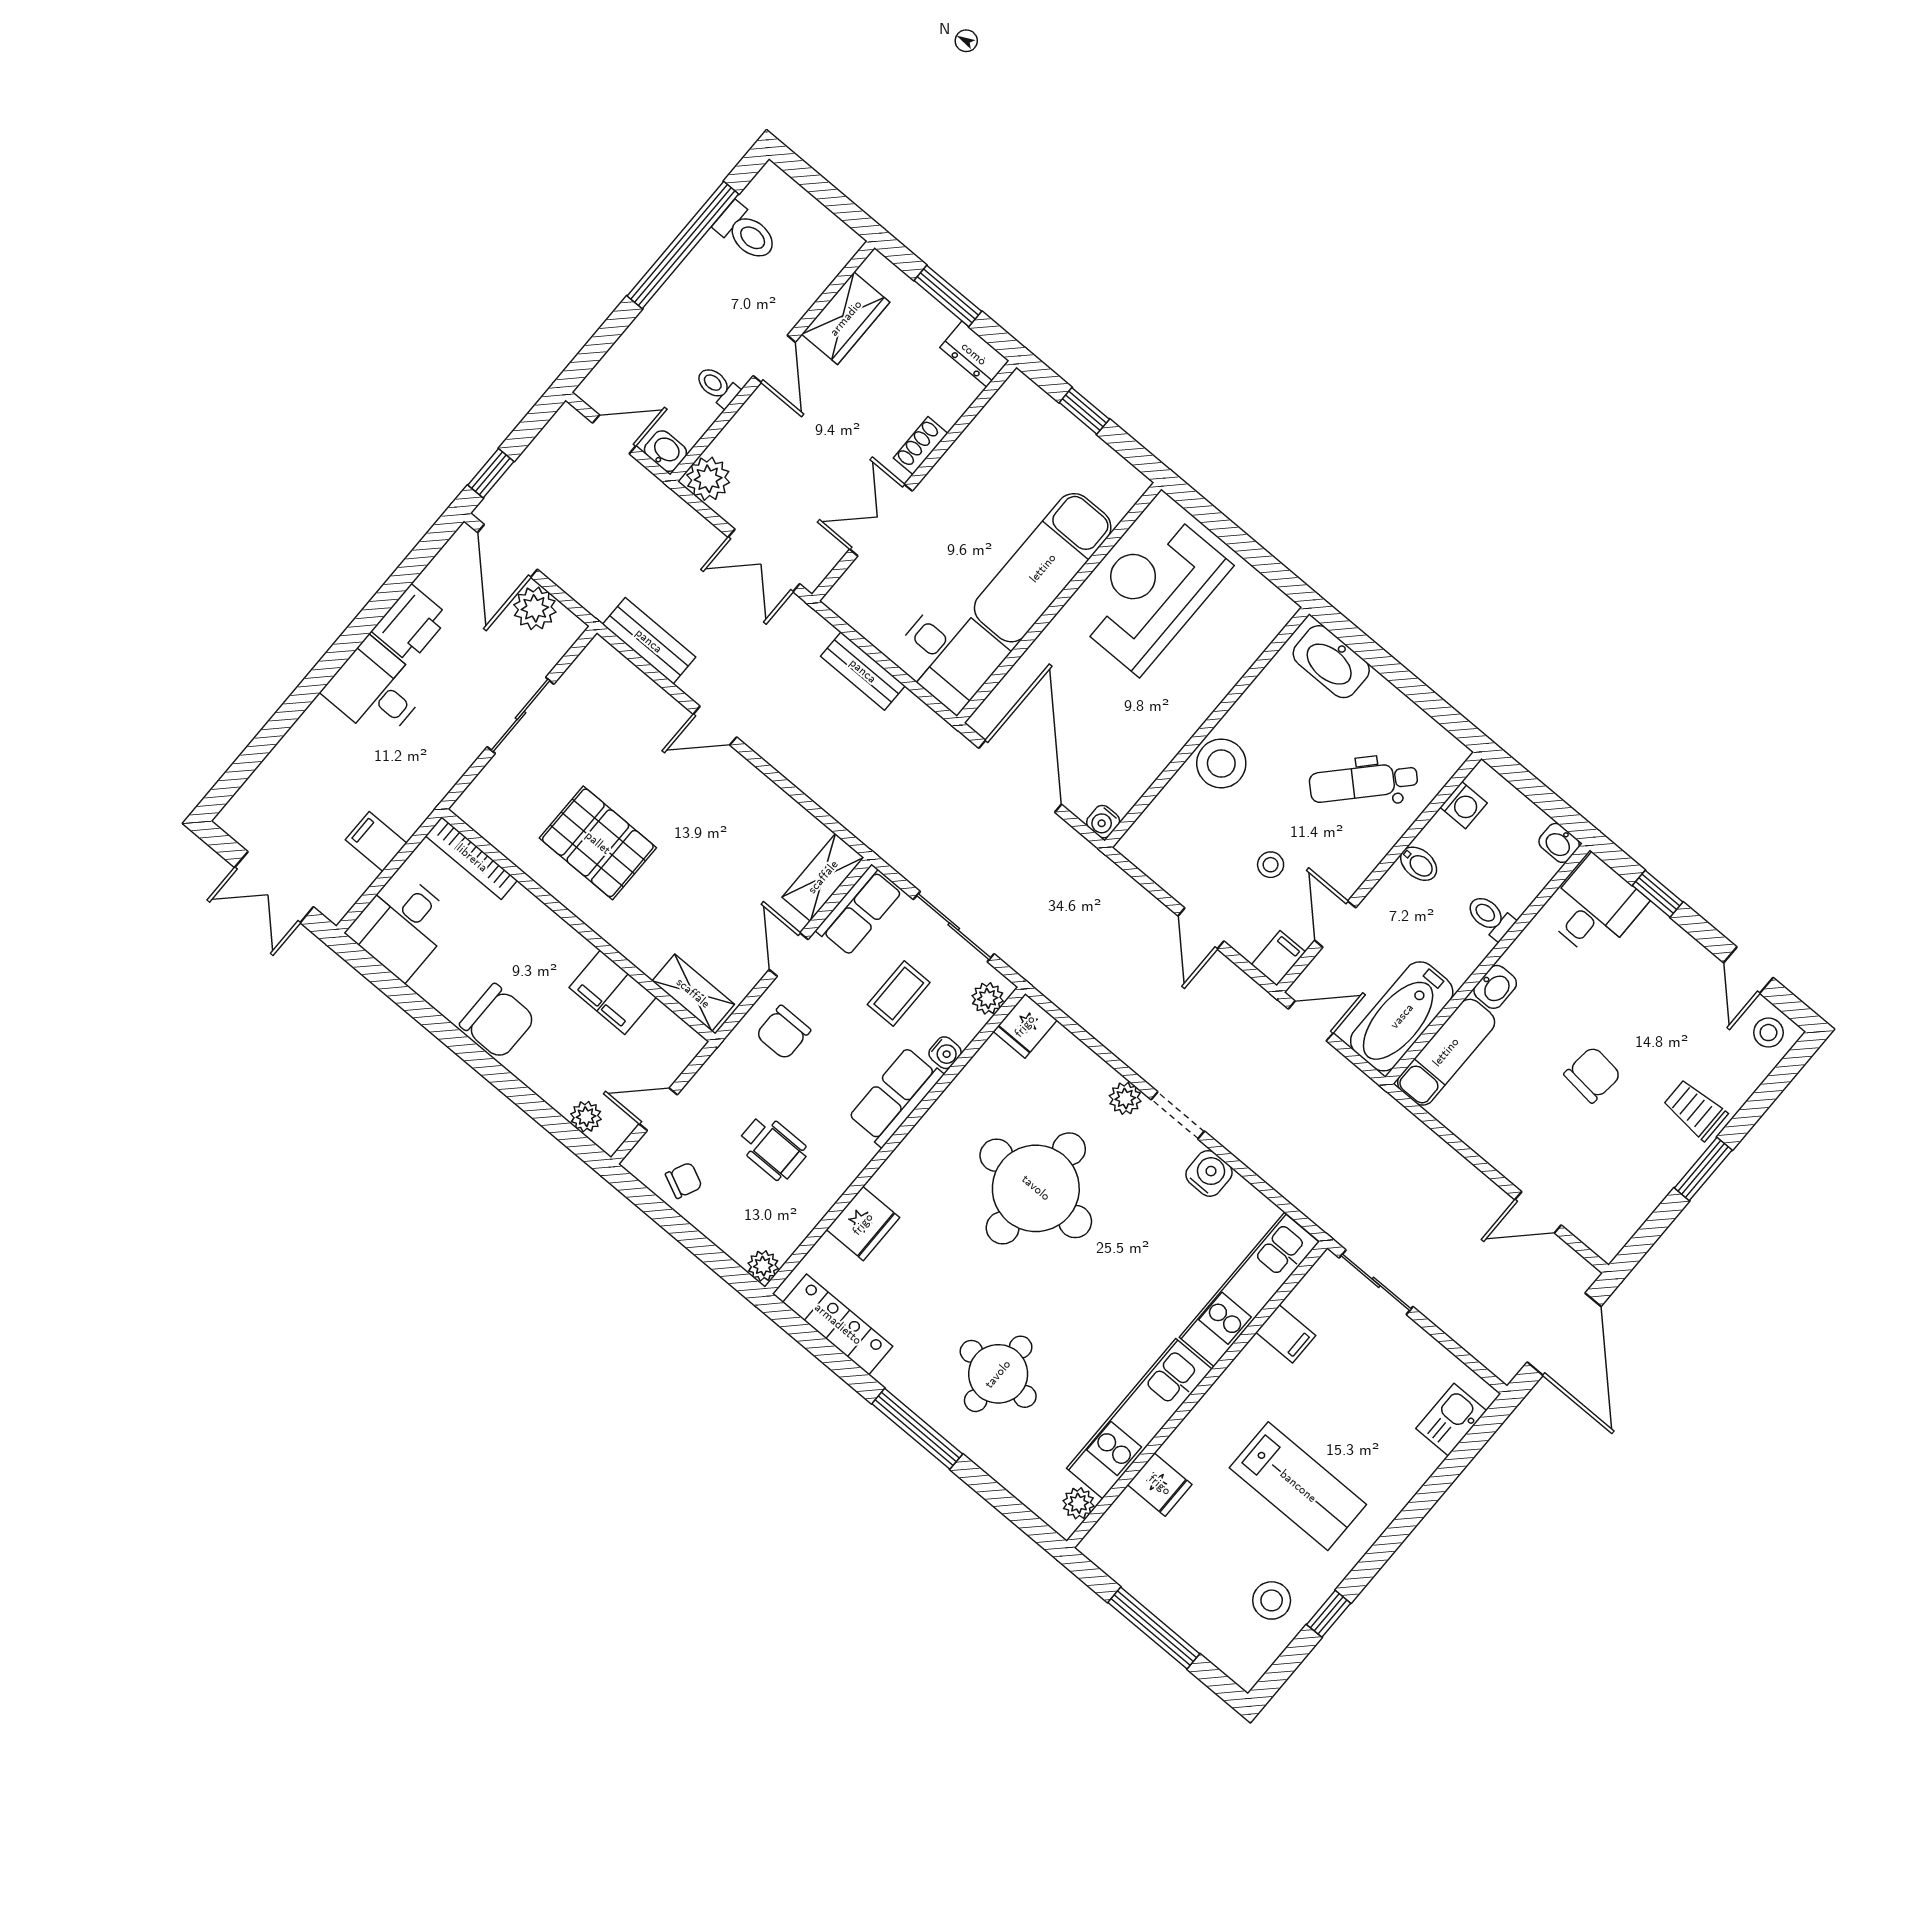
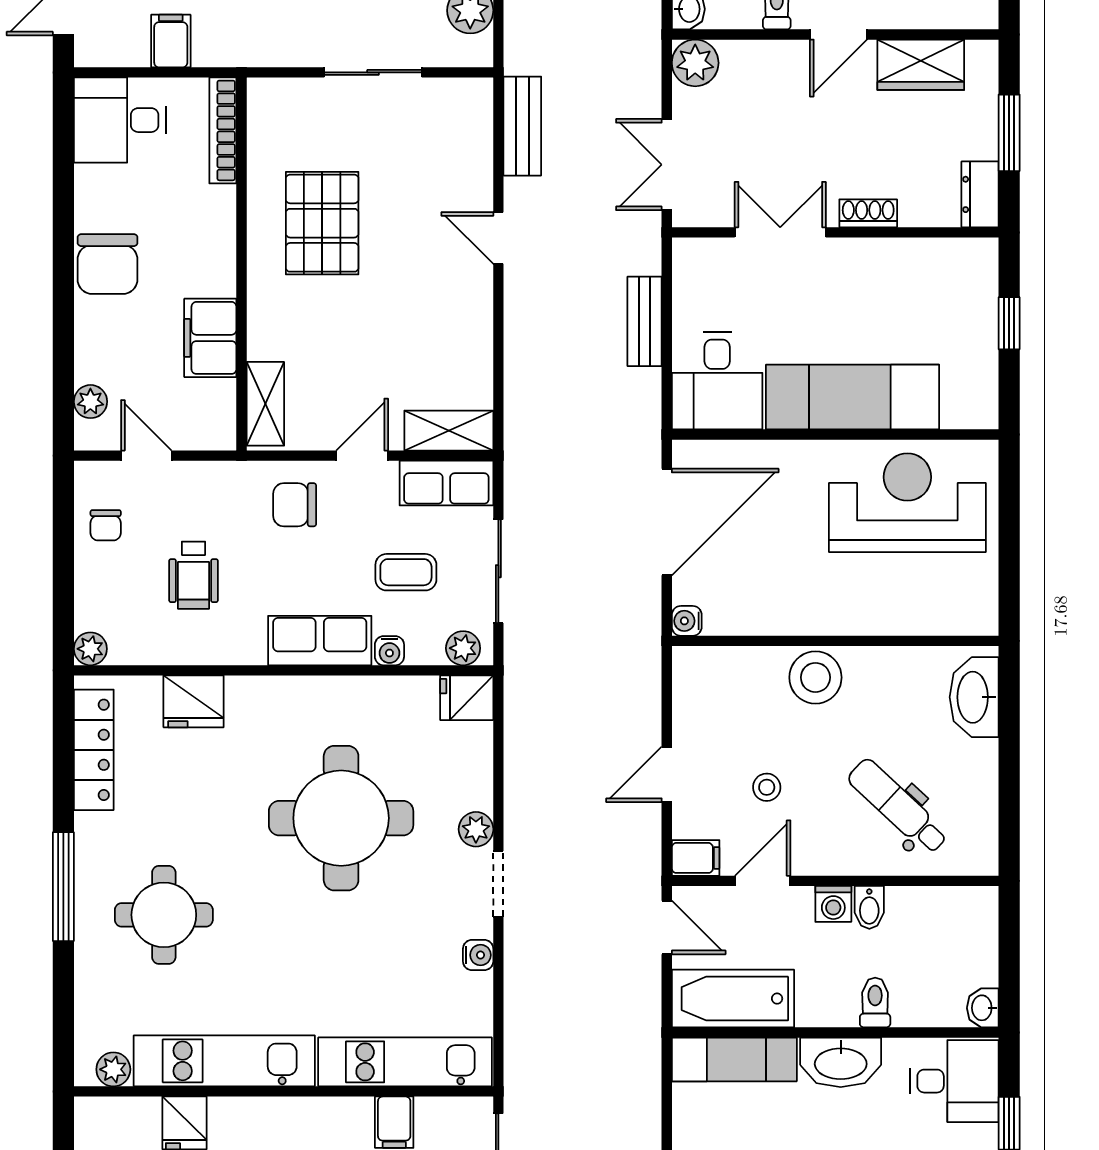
washing machine: (1464, 805) -> (833, 904), moved
washbasin: (1495, 987) -> (841, 1062), width x1.91, depth x1.45
water cooler: (1209, 1173) -> (478, 955), width x0.72, depth x0.72
chair: (684, 1180) -> (106, 525), turned 65

